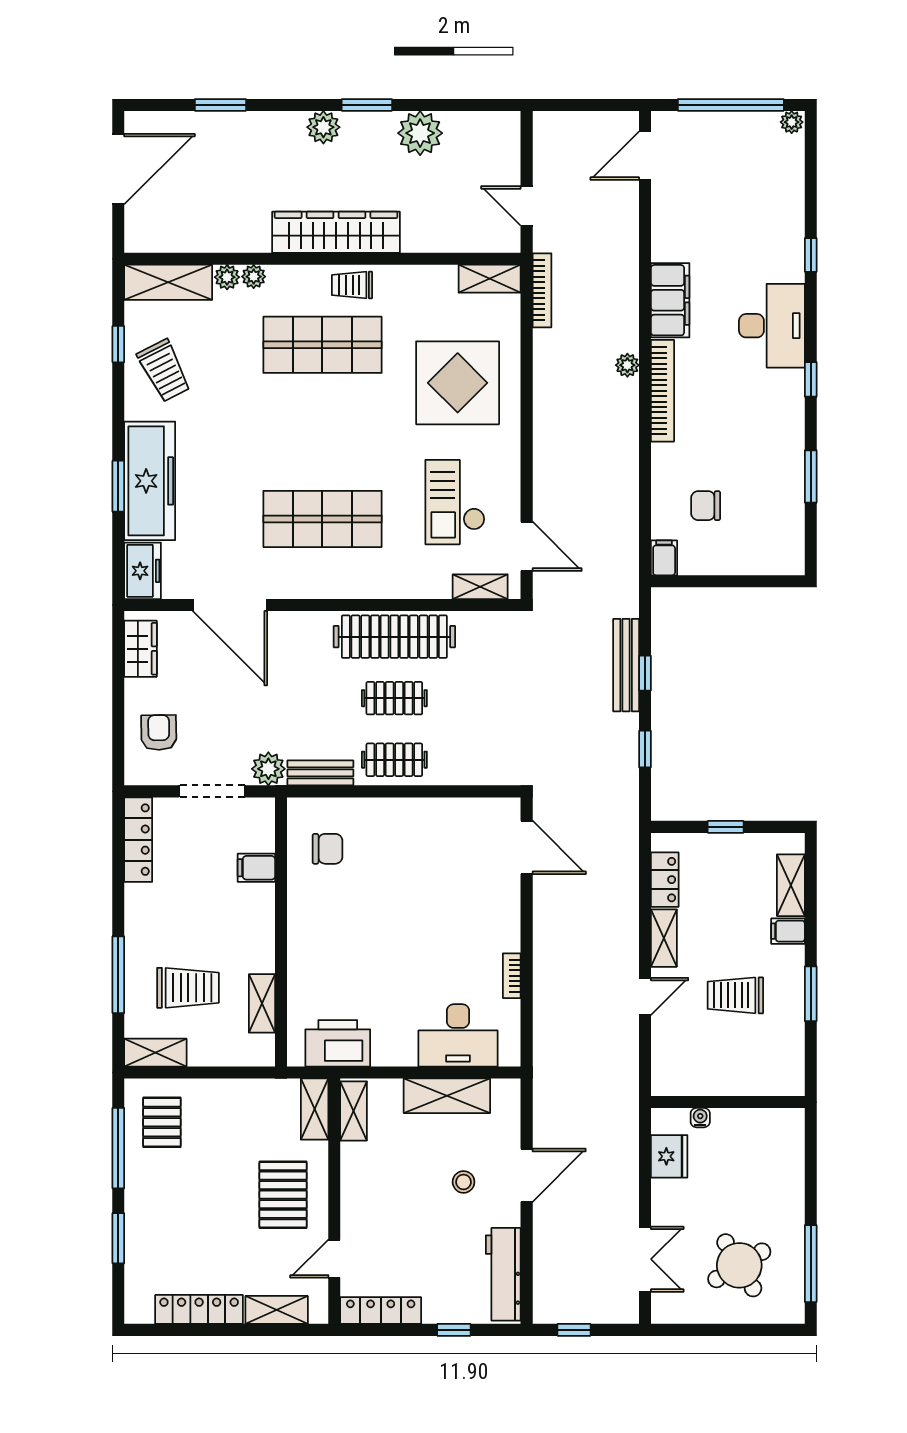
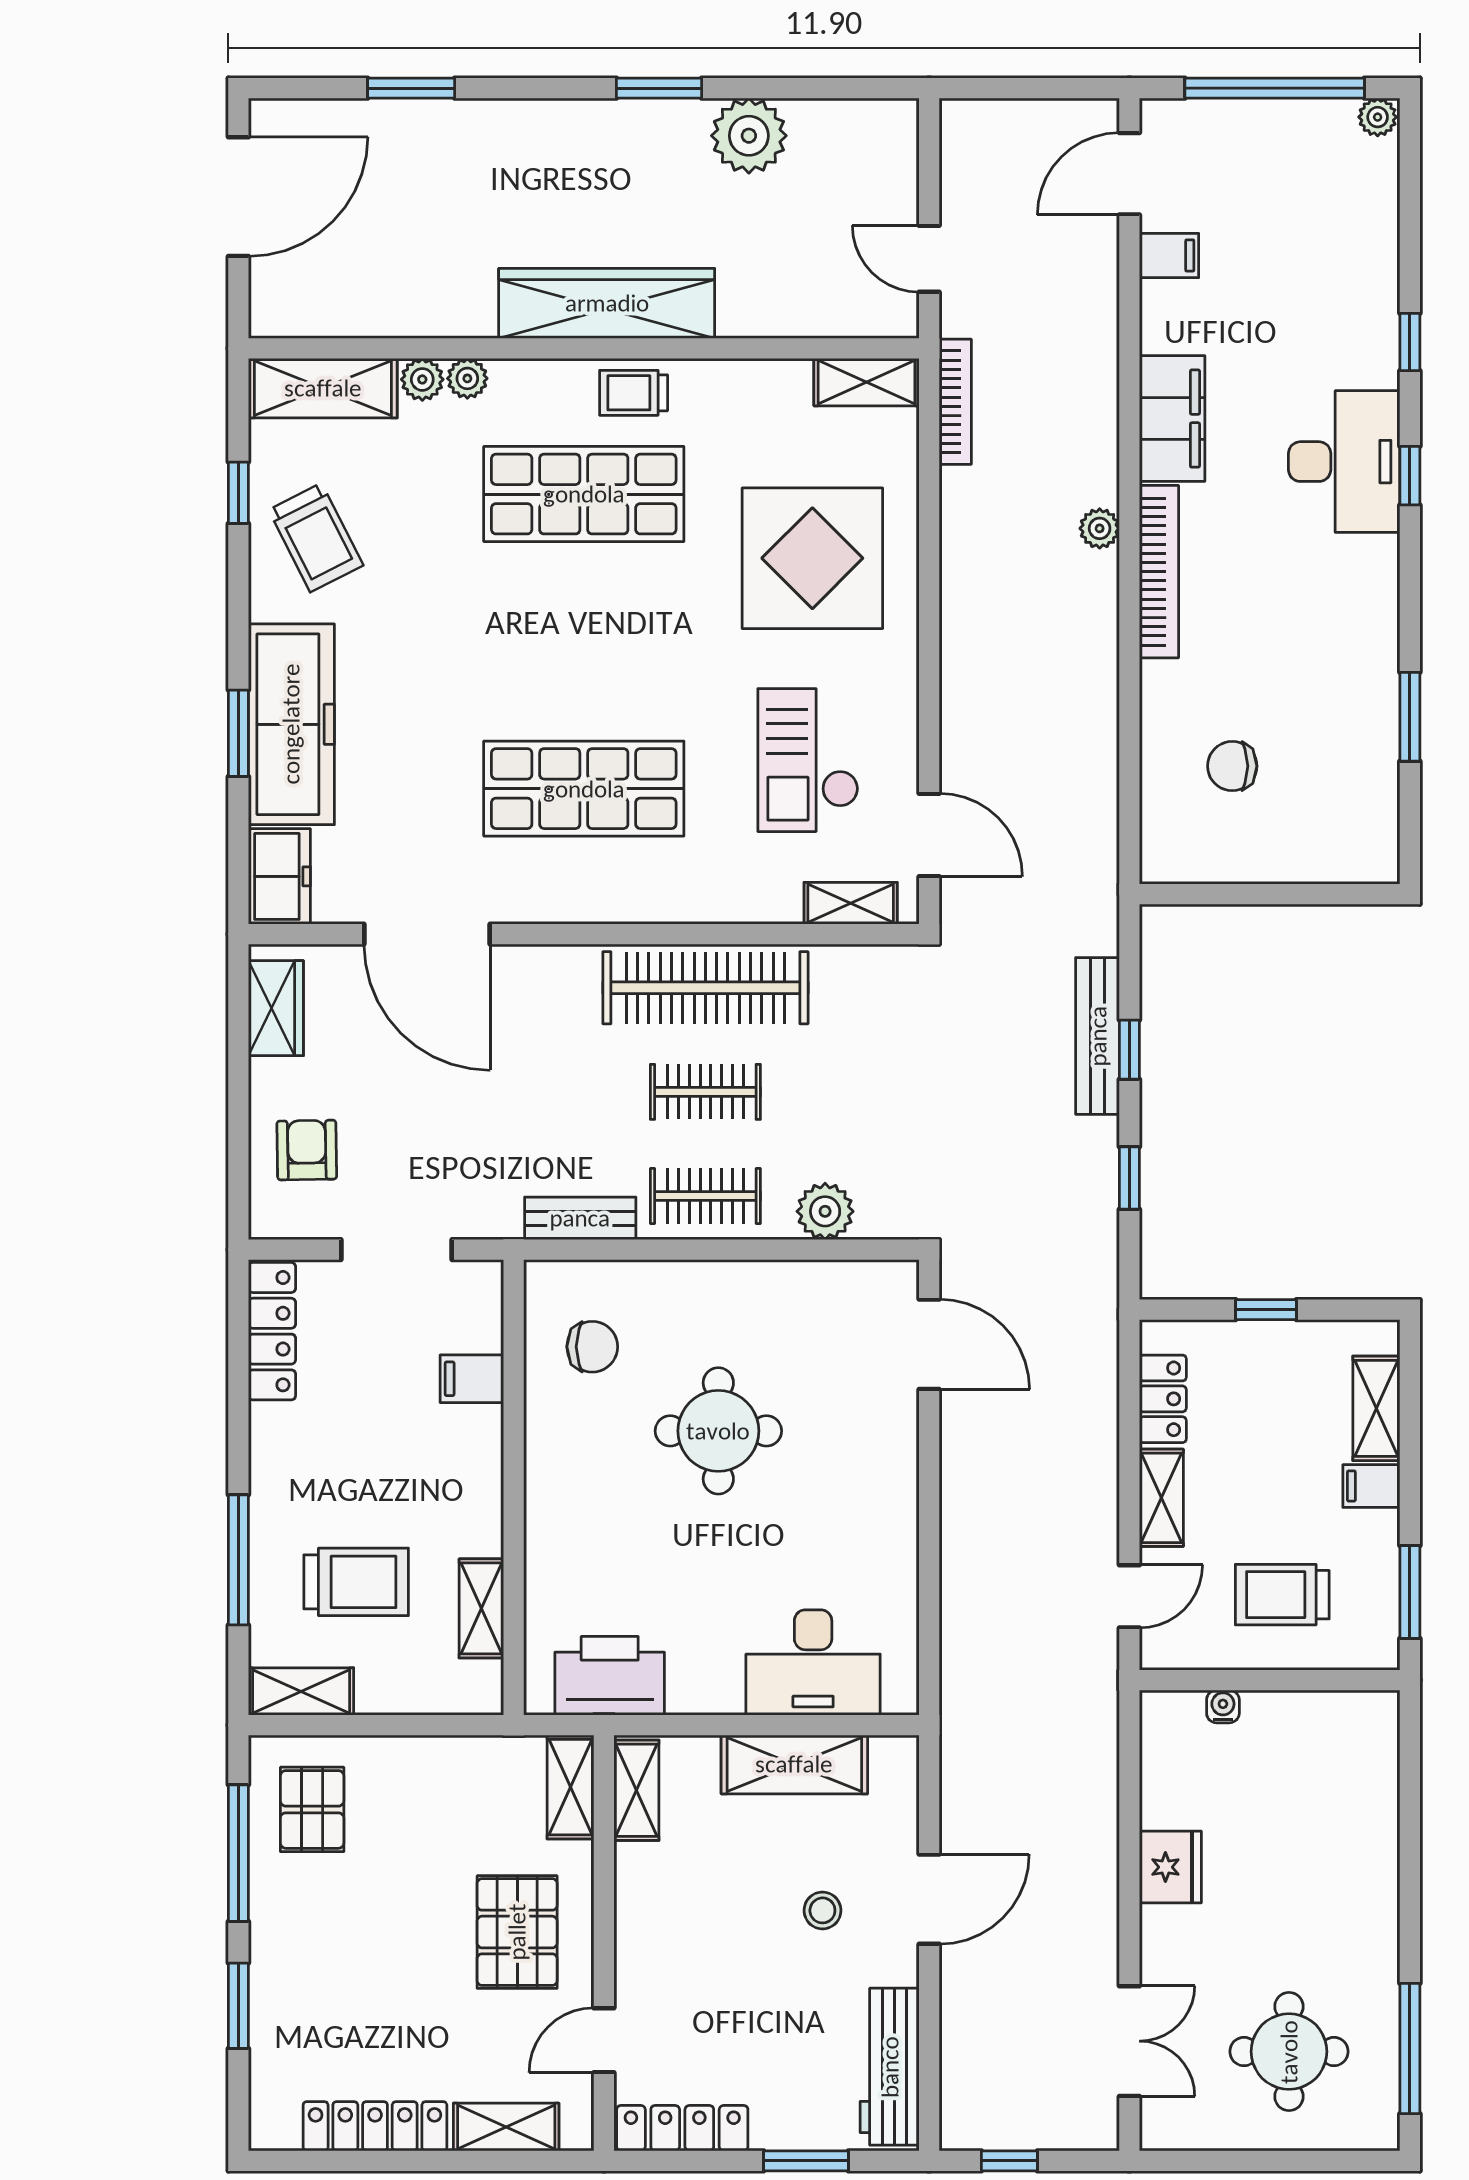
plant: (323, 127) -> (585, 126), removed
window: (811, 379) -> (1410, 476), moved
filing cabinet: (664, 558) -> (1169, 255), moved, turned 90
plant: (268, 769) -> (825, 1211), moved
round table: (402, 899) -> (718, 1431), added
bookcase: (512, 976) -> (904, 1561), removed
wall: (728, 1102) -> (1270, 1680), moved
water cooler: (700, 1118) -> (1223, 1706), moved
round table: (739, 1265) -> (1289, 2052), turned 31
window: (454, 1330) -> (806, 2161), width x1.50

